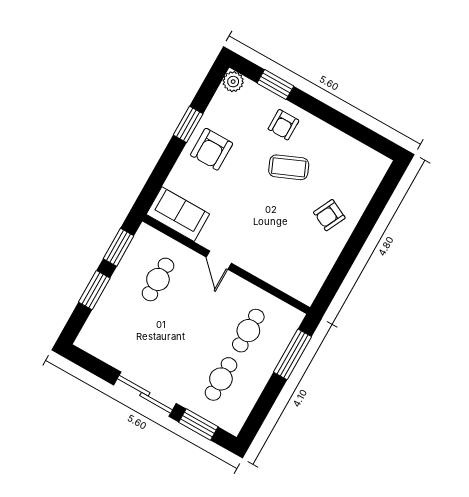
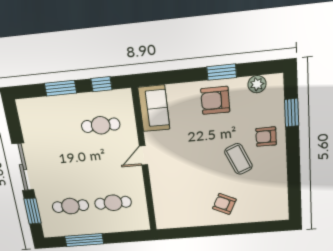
plant: (233, 82) -> (257, 84), moved
window: (119, 247) -> (101, 84), width x0.67
window: (292, 354) -> (84, 240), moved

